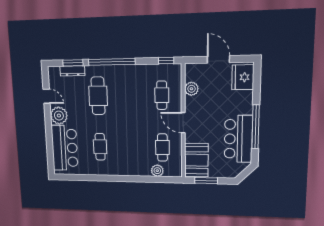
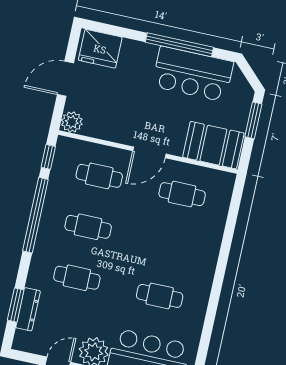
window: (112, 62) -> (35, 215), moved
plant: (191, 89) -> (72, 122), moved
cafe table: (98, 96) -> (77, 278), width x0.73, depth x0.74
cafe table: (129, 96) -> (88, 227), added
plant: (157, 171) -> (218, 211), removed
window: (206, 181) -> (253, 120), moved

